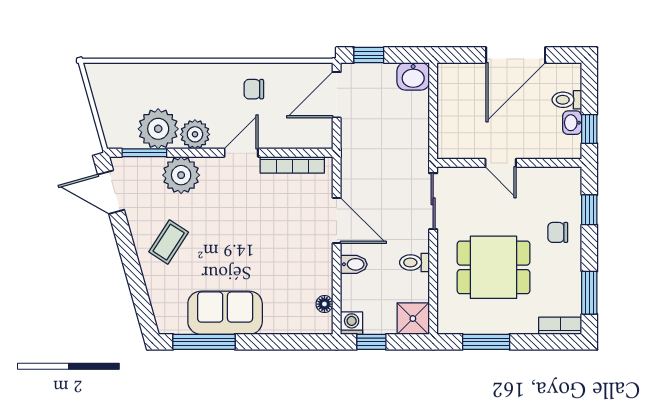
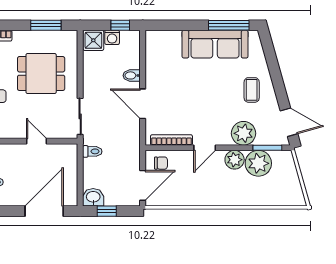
window: (369, 55) -> (107, 211), moved
door: (516, 55) -> (44, 211), moved
chair: (254, 89) -> (161, 163), moved
coffee table: (169, 242) -> (252, 90), turned -33
toilet: (414, 263) -> (92, 151), moved
floor lamp: (324, 304) -> (151, 50), removed
sofa: (225, 313) -> (215, 44), width x1.36
washing machine: (352, 323) -> (112, 37), moved

